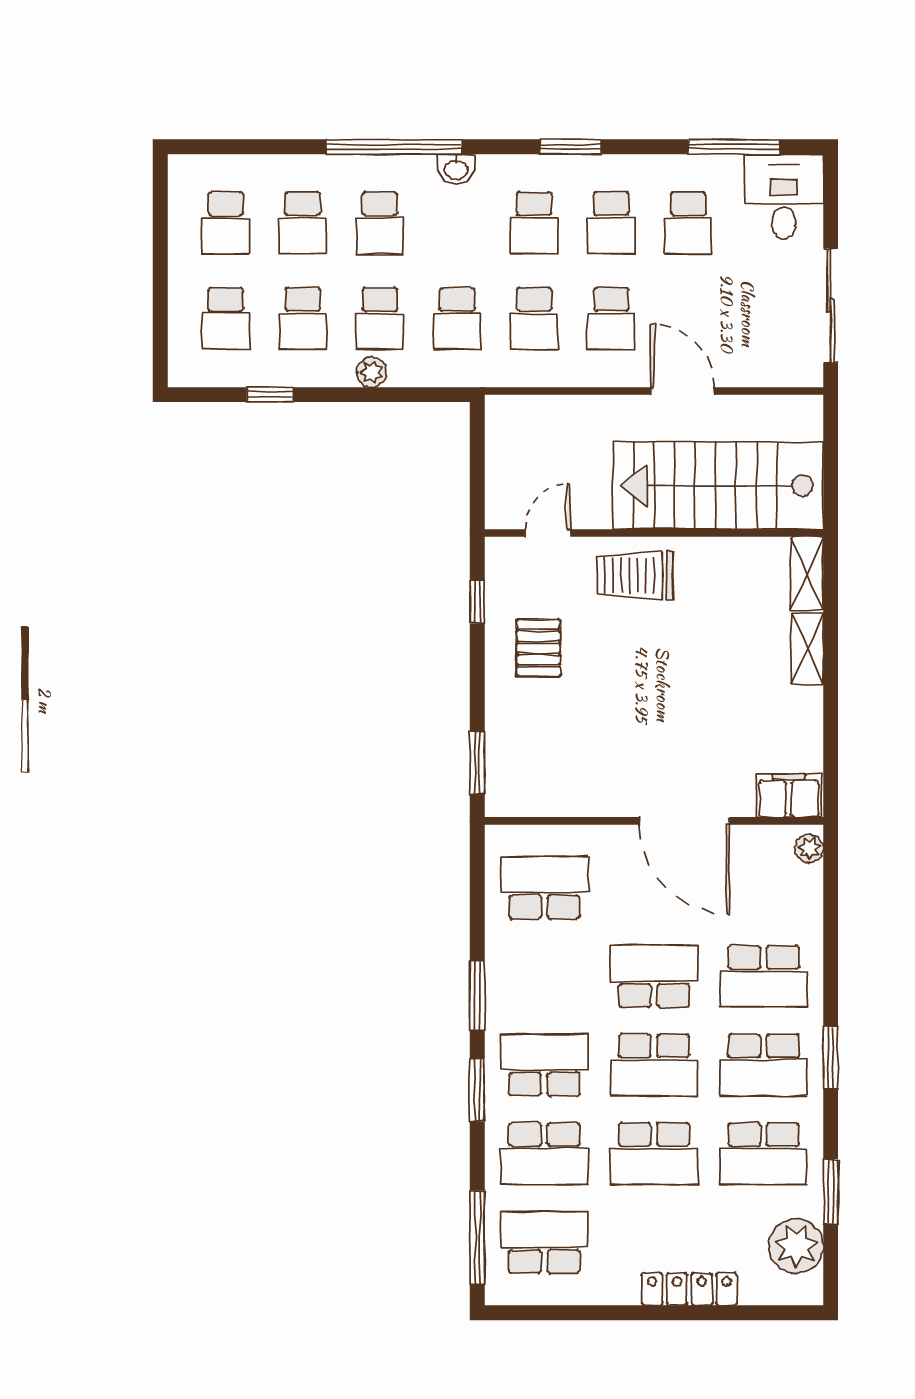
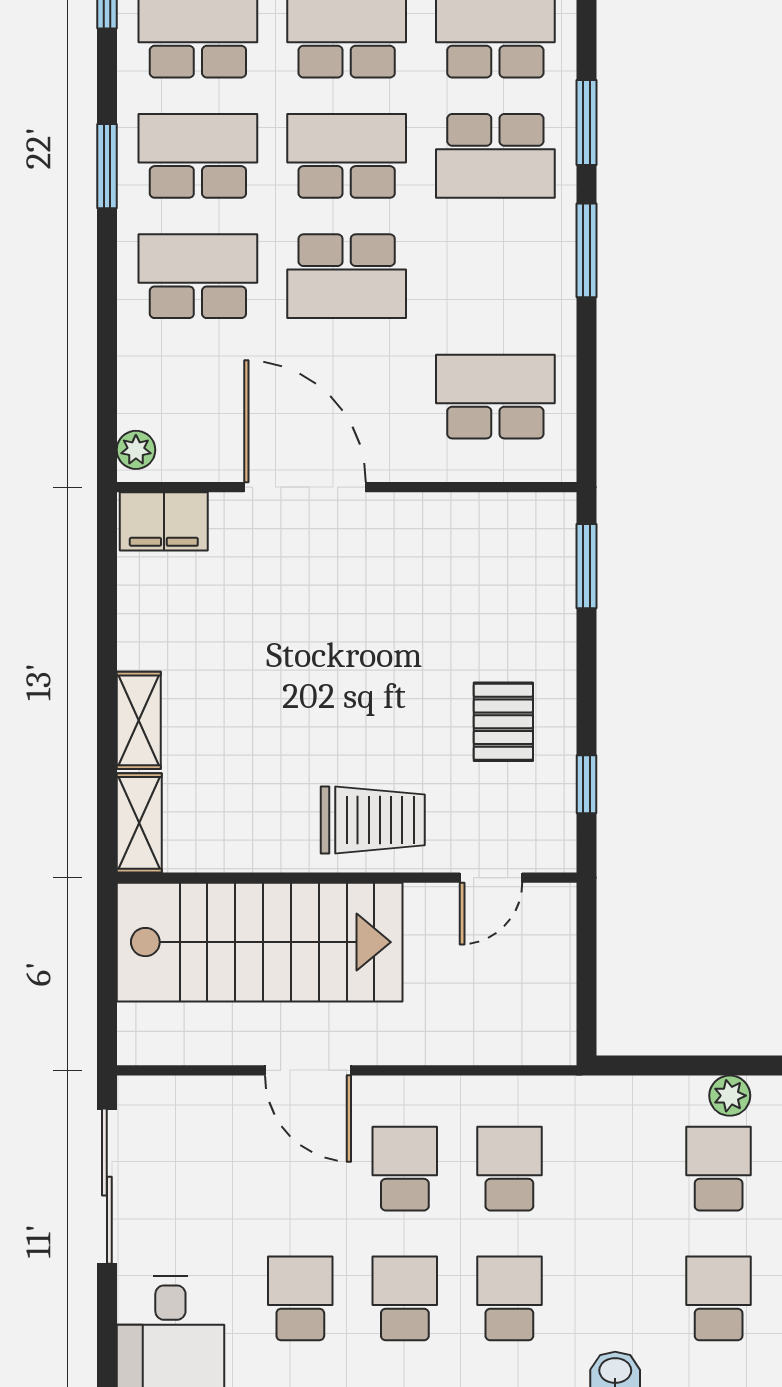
school desk: (457, 319) -> (614, 1169), removed
school desk: (544, 888) -> (495, 397), turned 180

